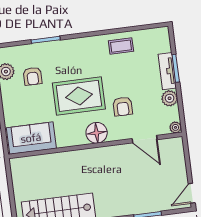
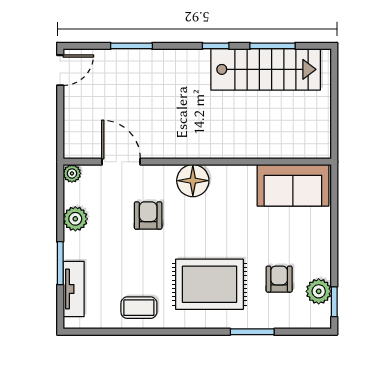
tv unit: (167, 71) -> (74, 289), moved
rug: (79, 96) -> (209, 284), moved

